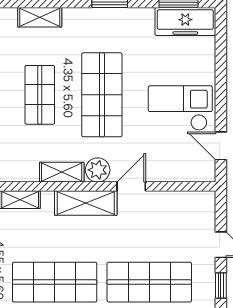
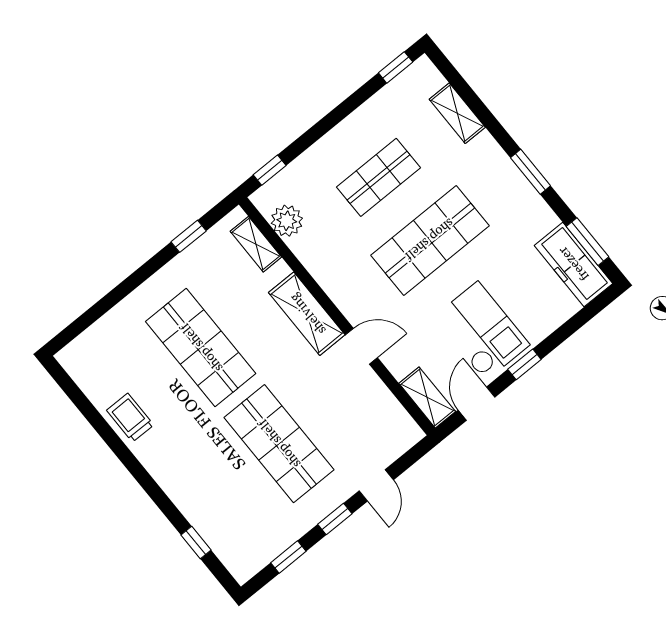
window: (221, 99) -> (524, 364), added
plant: (98, 170) -> (287, 221), moved
shelving: (62, 172) -> (427, 397), moved

